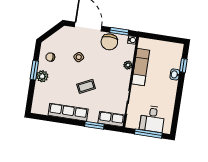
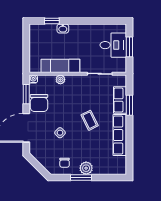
chair: (109, 42) -> (39, 103), turned 90
row of seats: (111, 119) -> (120, 100), moved
window: (148, 134) -> (129, 47), width x0.69

